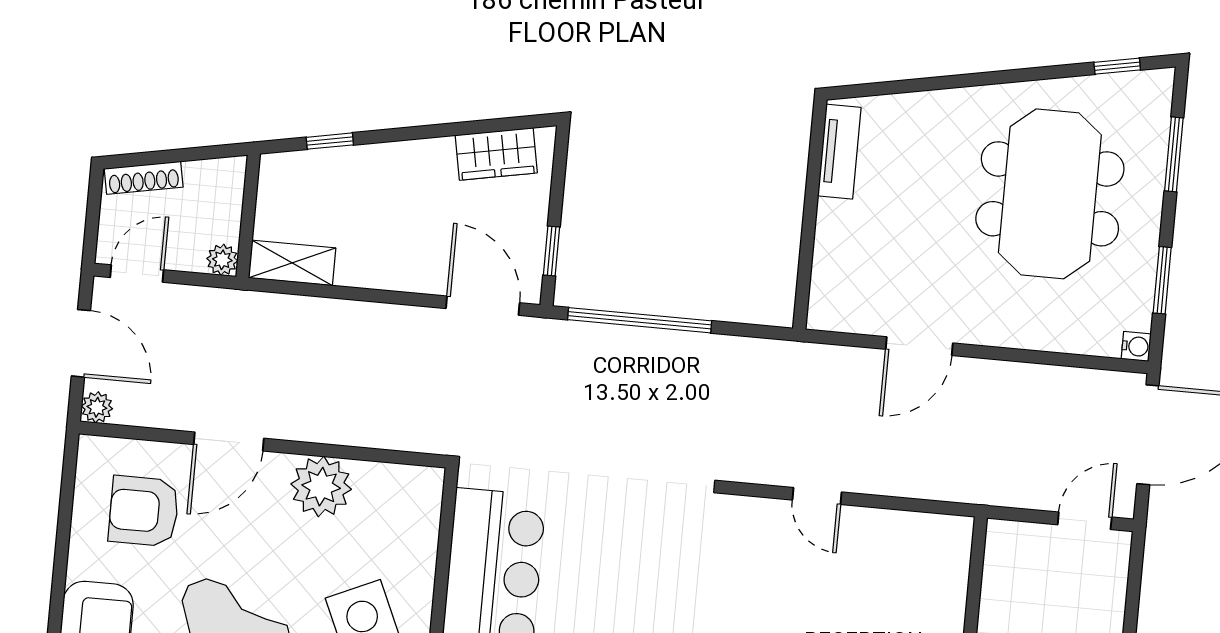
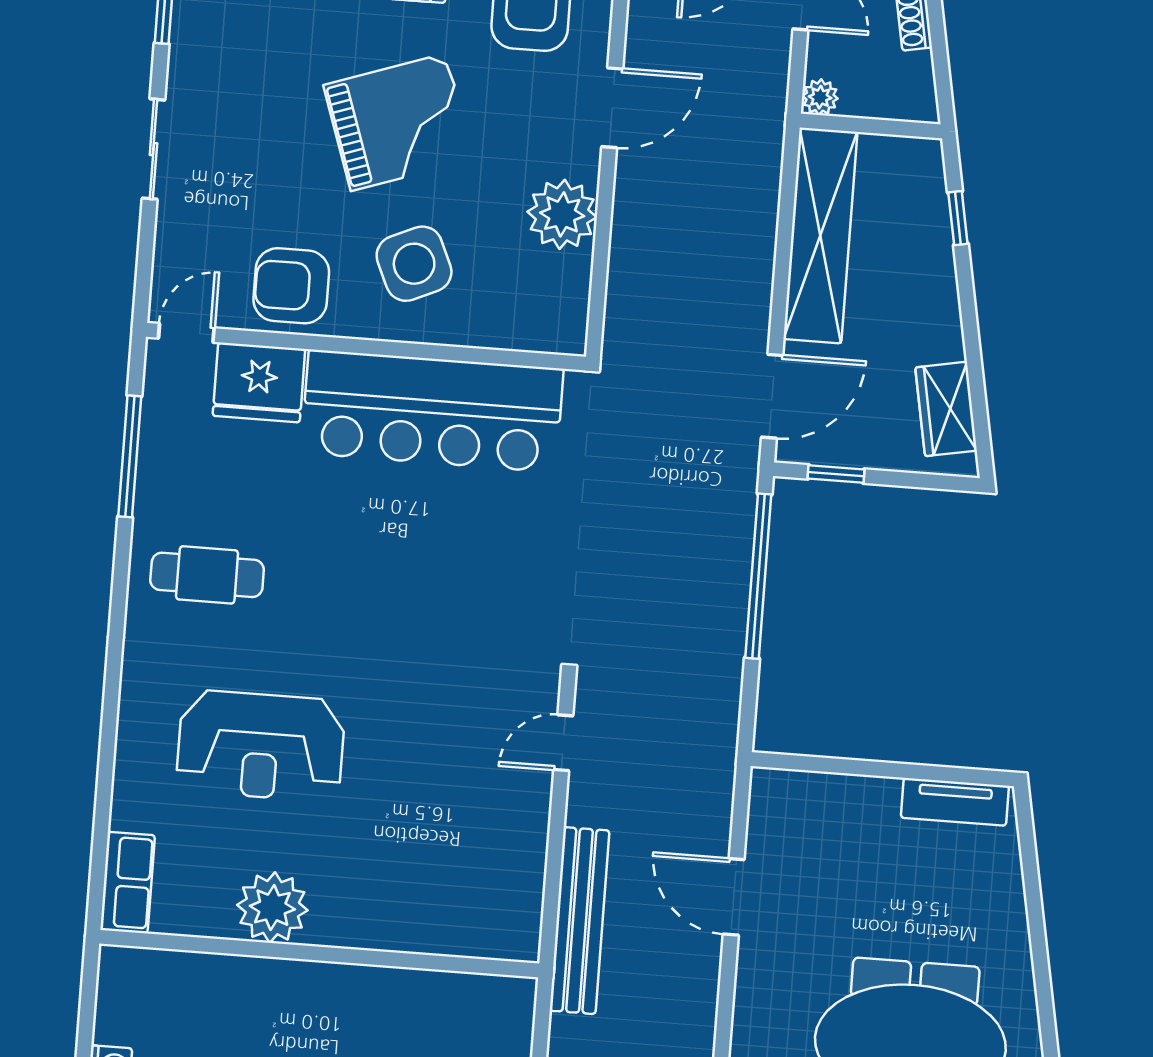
shelving: (292, 263) -> (820, 235), width x2.20, depth x1.33
door: (229, 441) -> (612, 108), swing flipped
bench: (938, 481) -> (579, 921), added
door: (817, 496) -> (563, 743), moved

